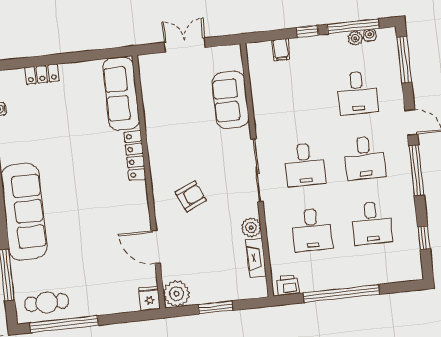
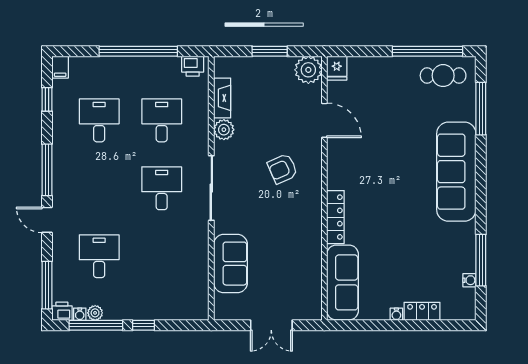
printer: (387, 36) -> (62, 311), added
filing cabinet: (281, 50) -> (60, 67), moved, turned 180
water cooler: (66, 69) -> (396, 314), added
desk: (364, 158) -> (99, 188), removed

